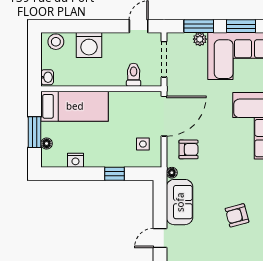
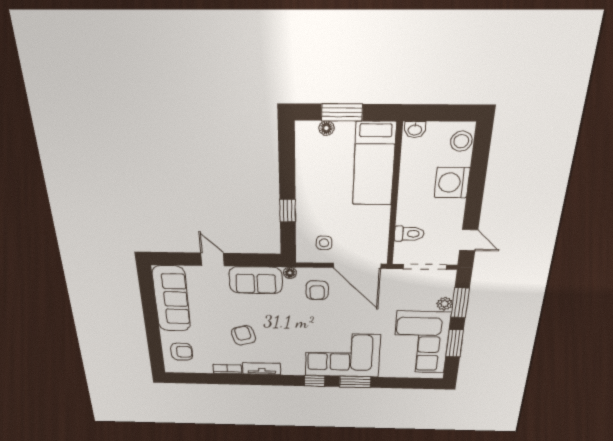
nightstand: (75, 160) -> (304, 165), removed

